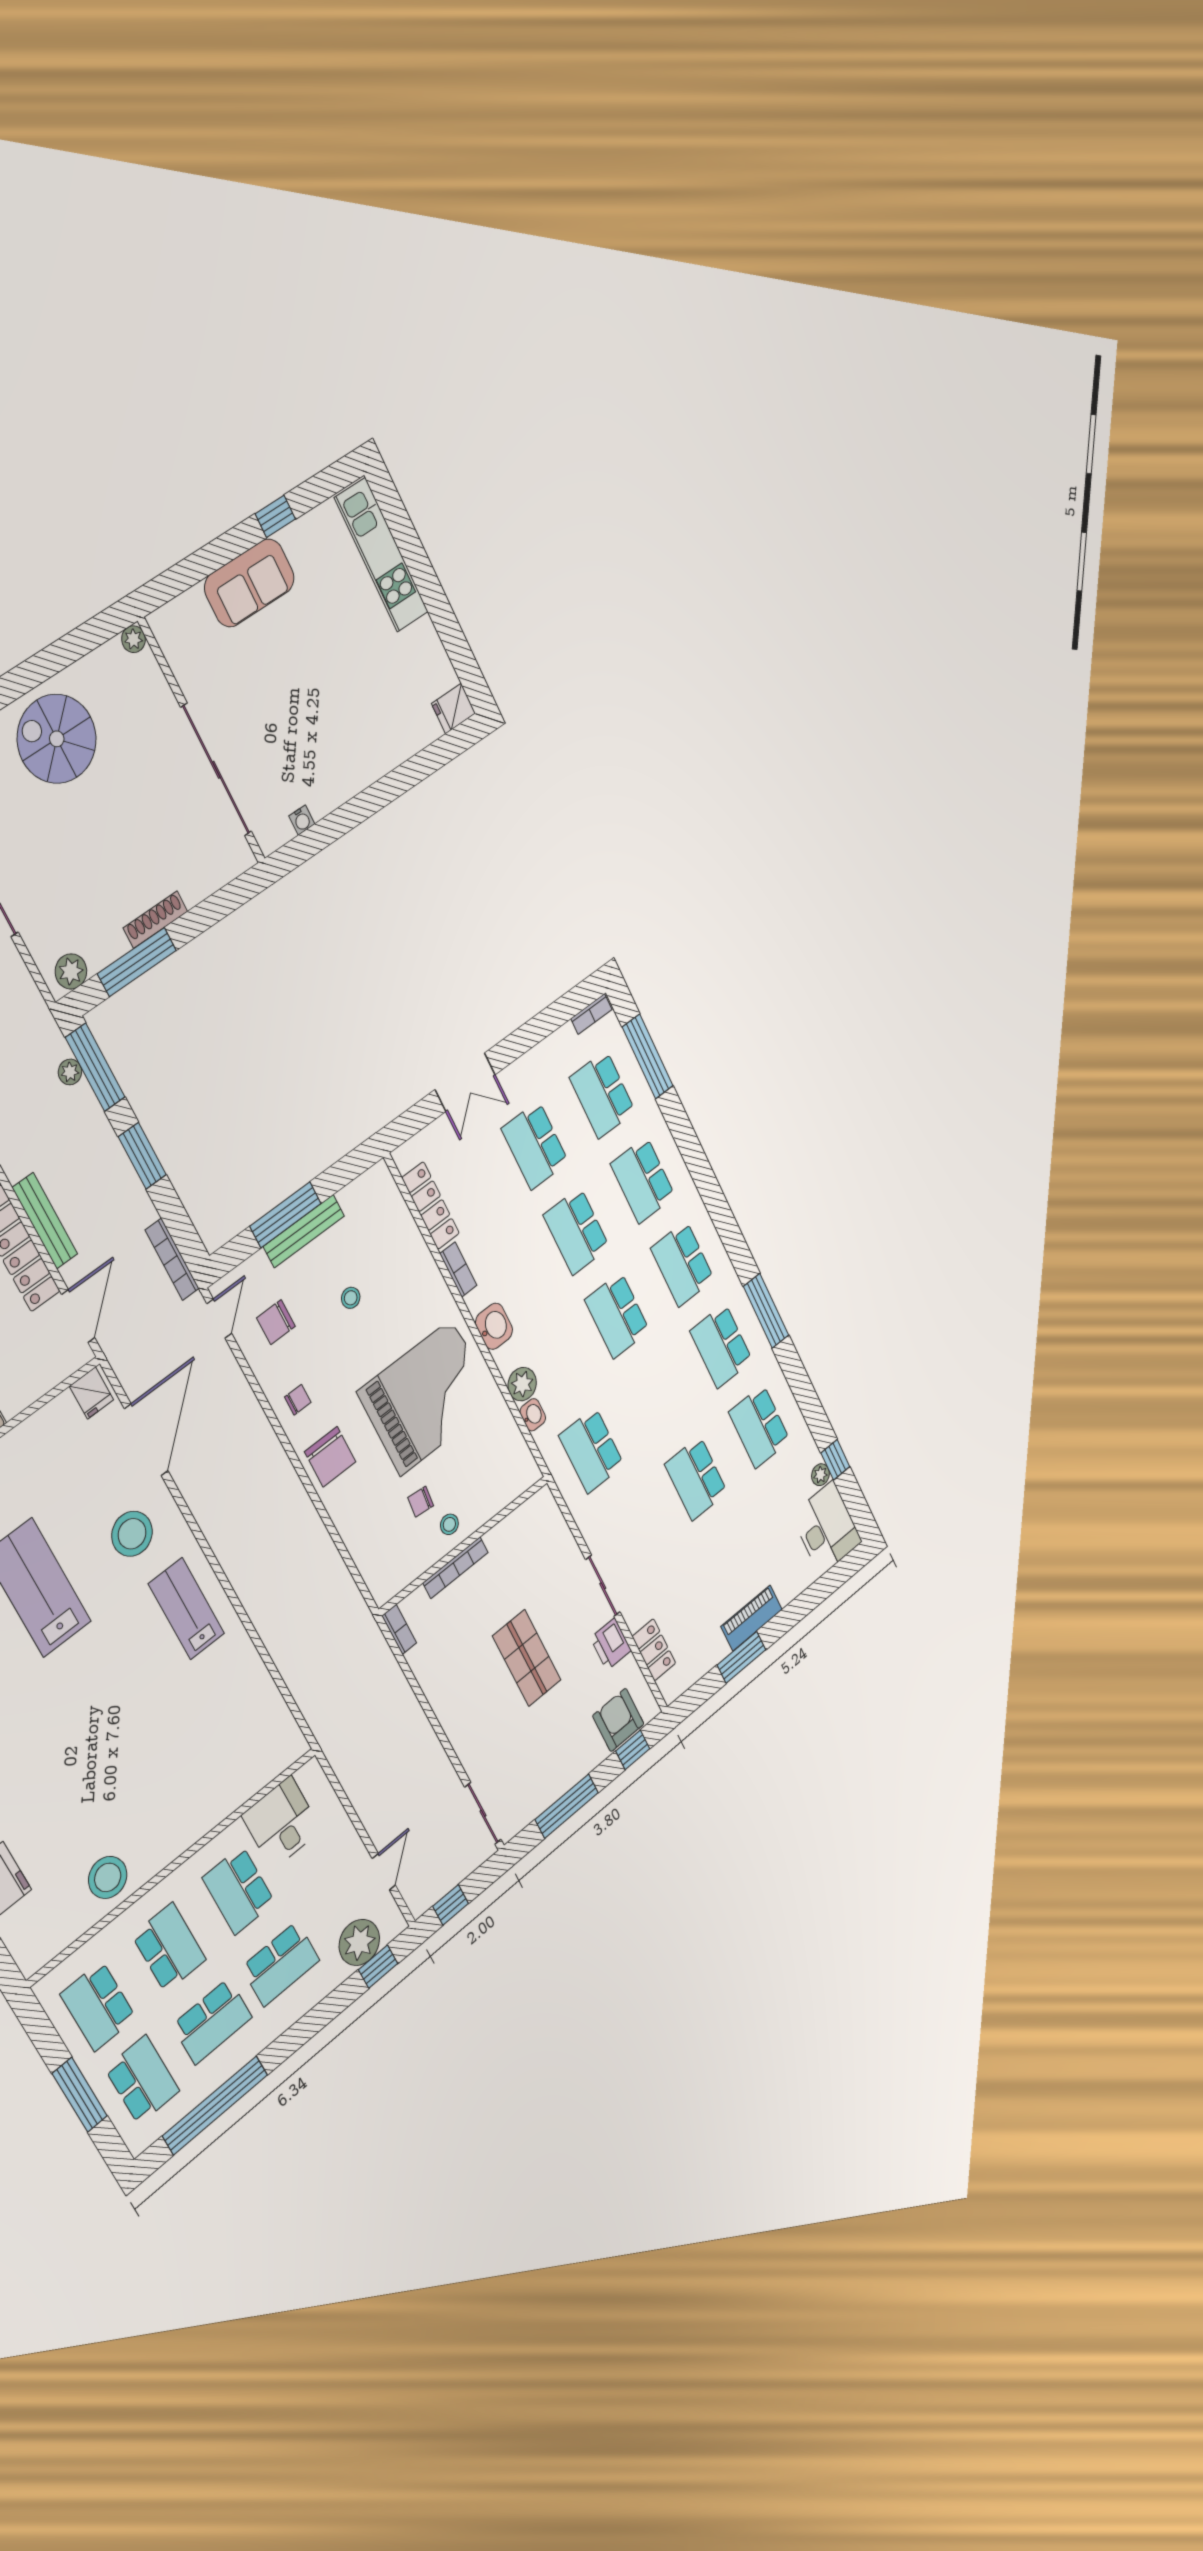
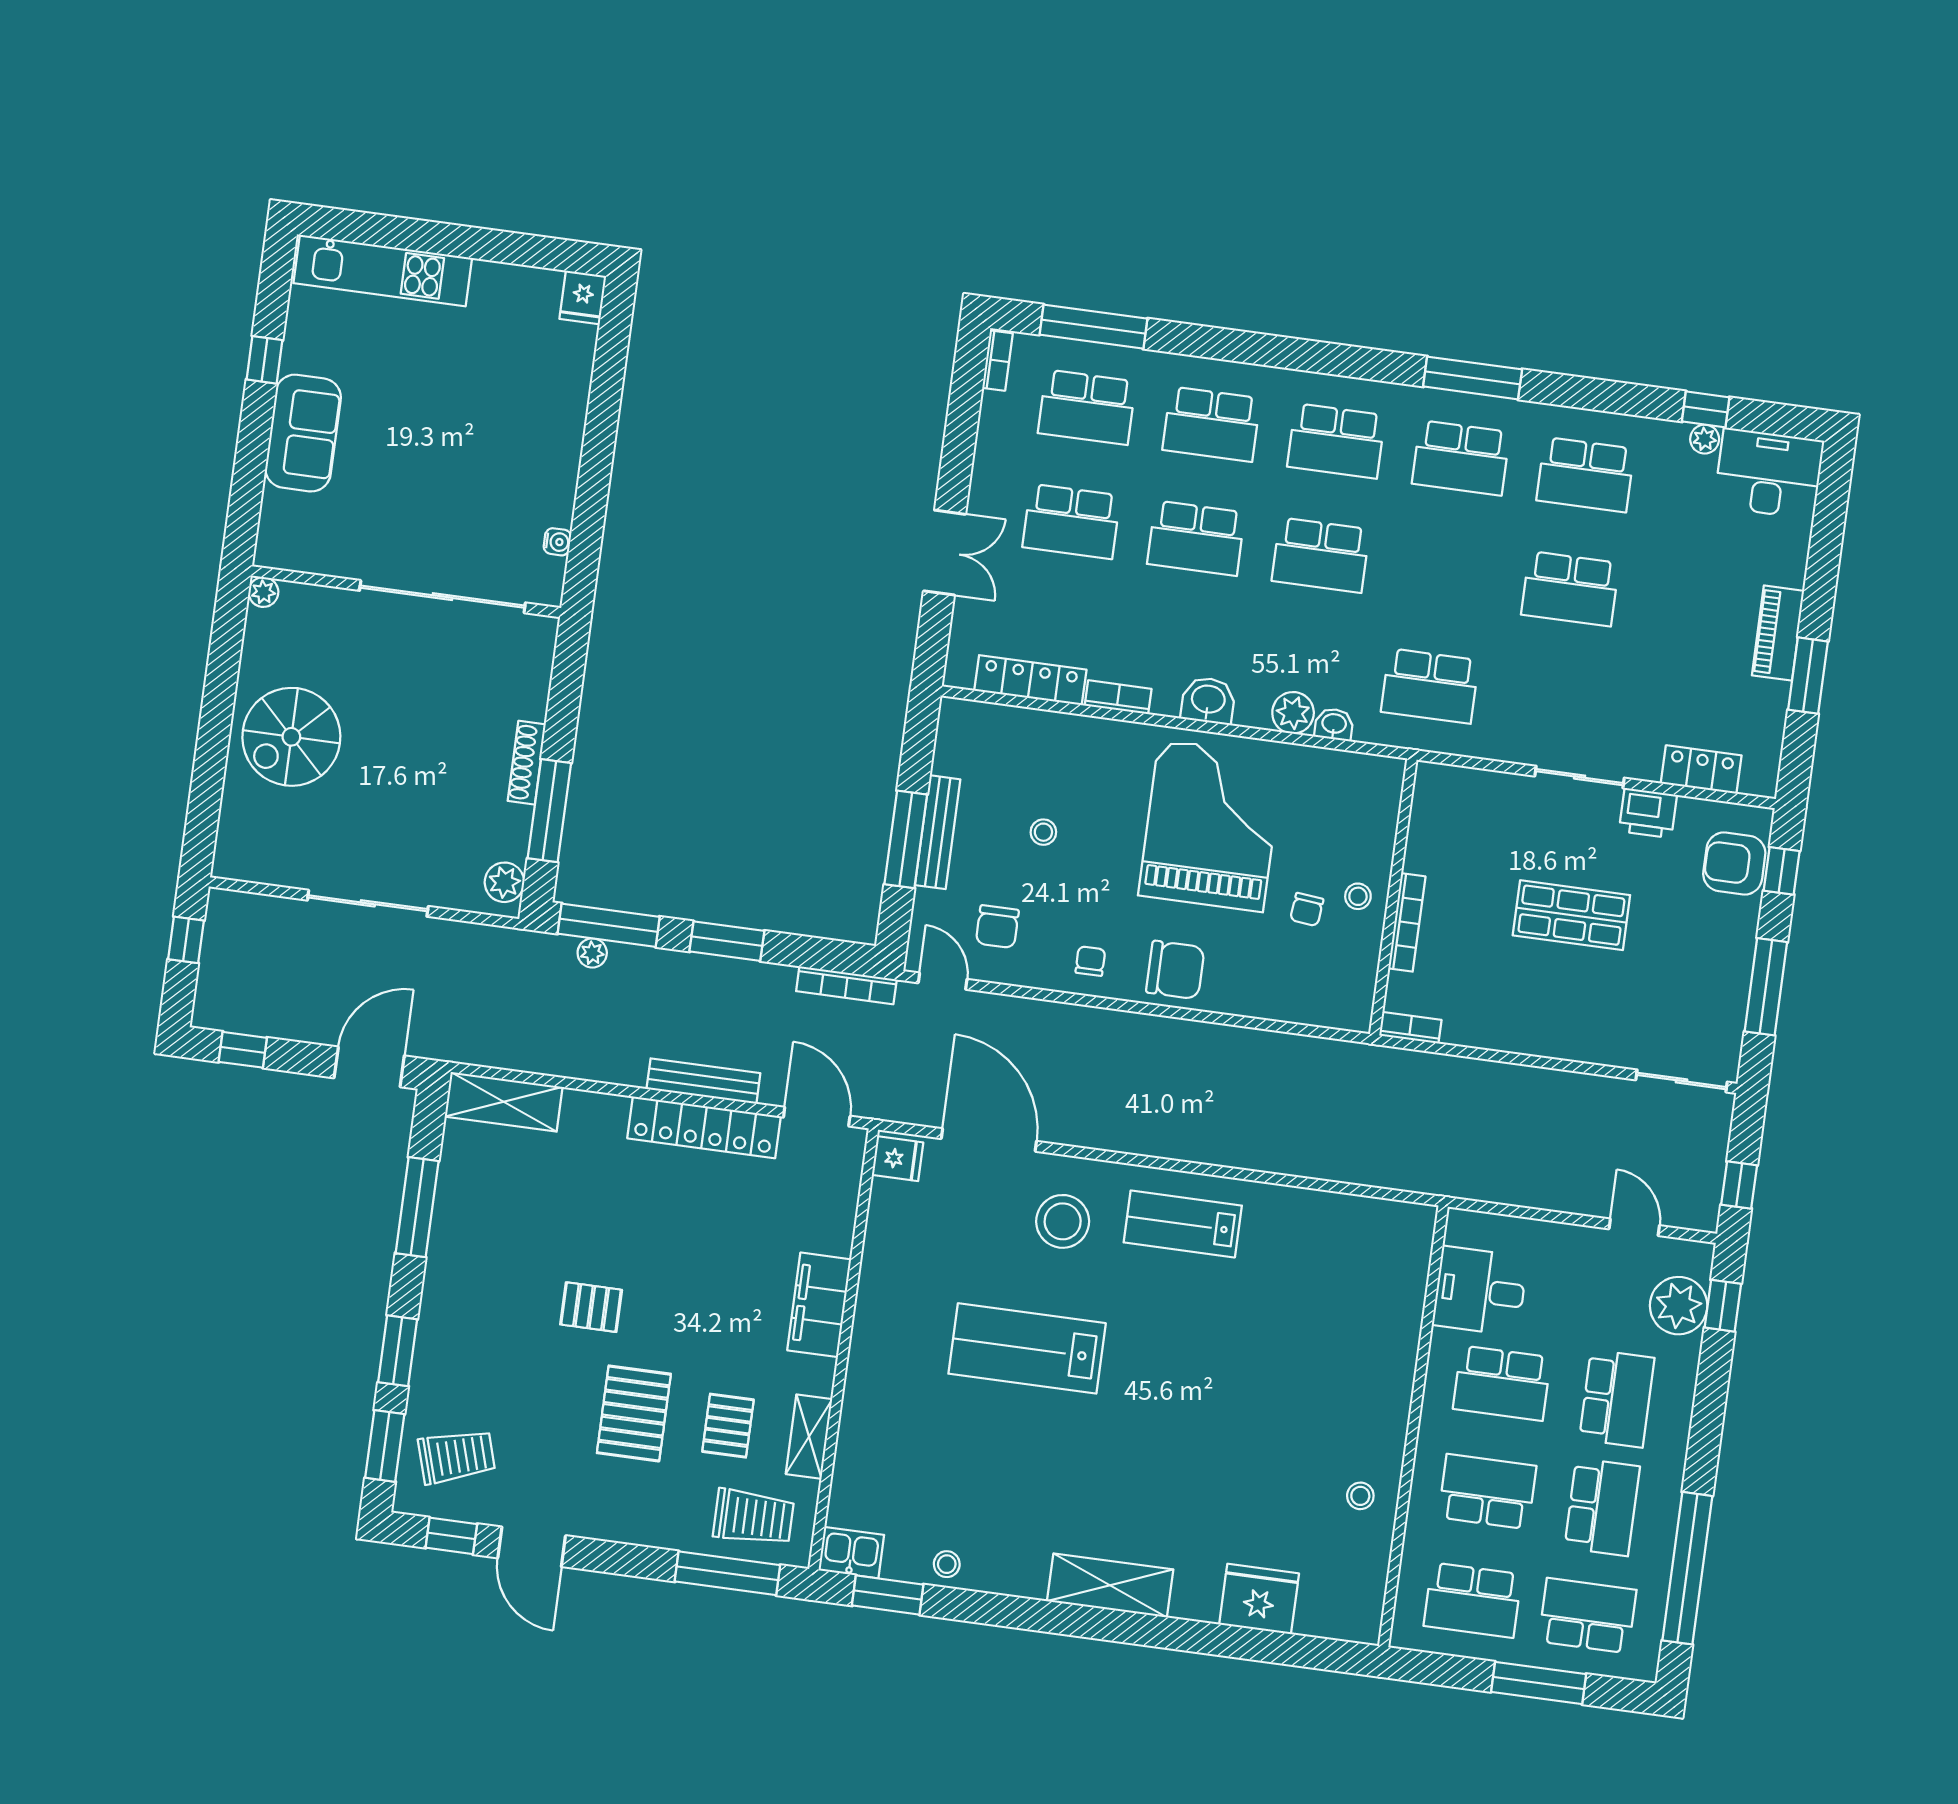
stool: (108, 1877) -> (1360, 1496), width x0.53, depth x0.53

